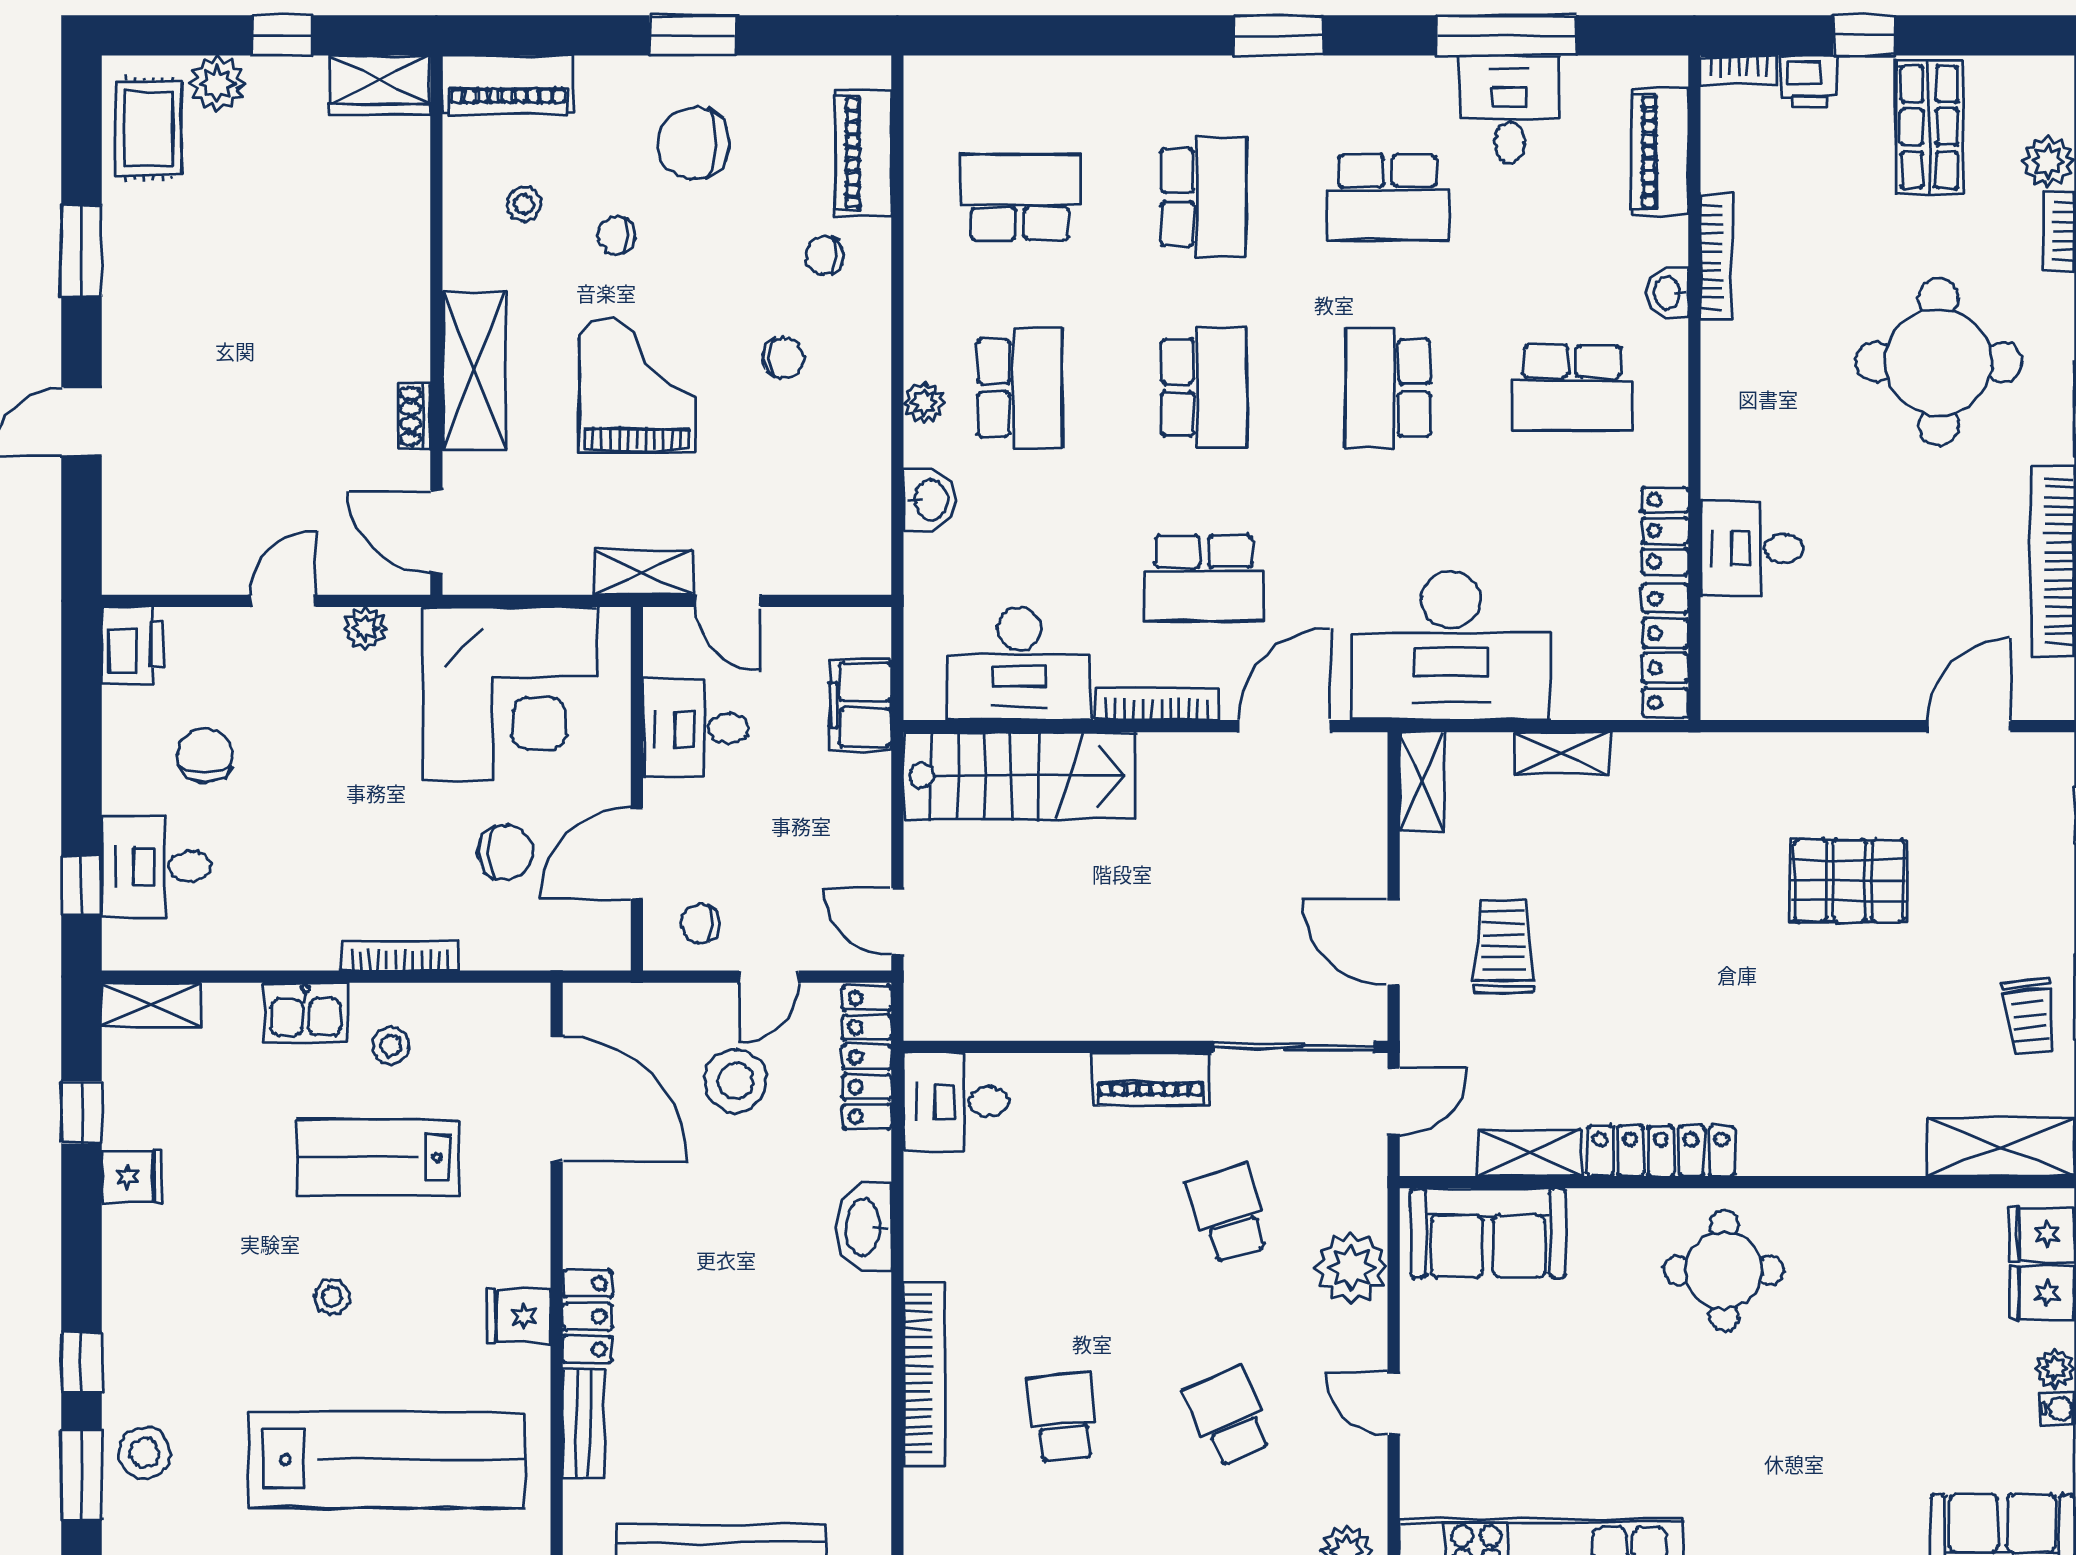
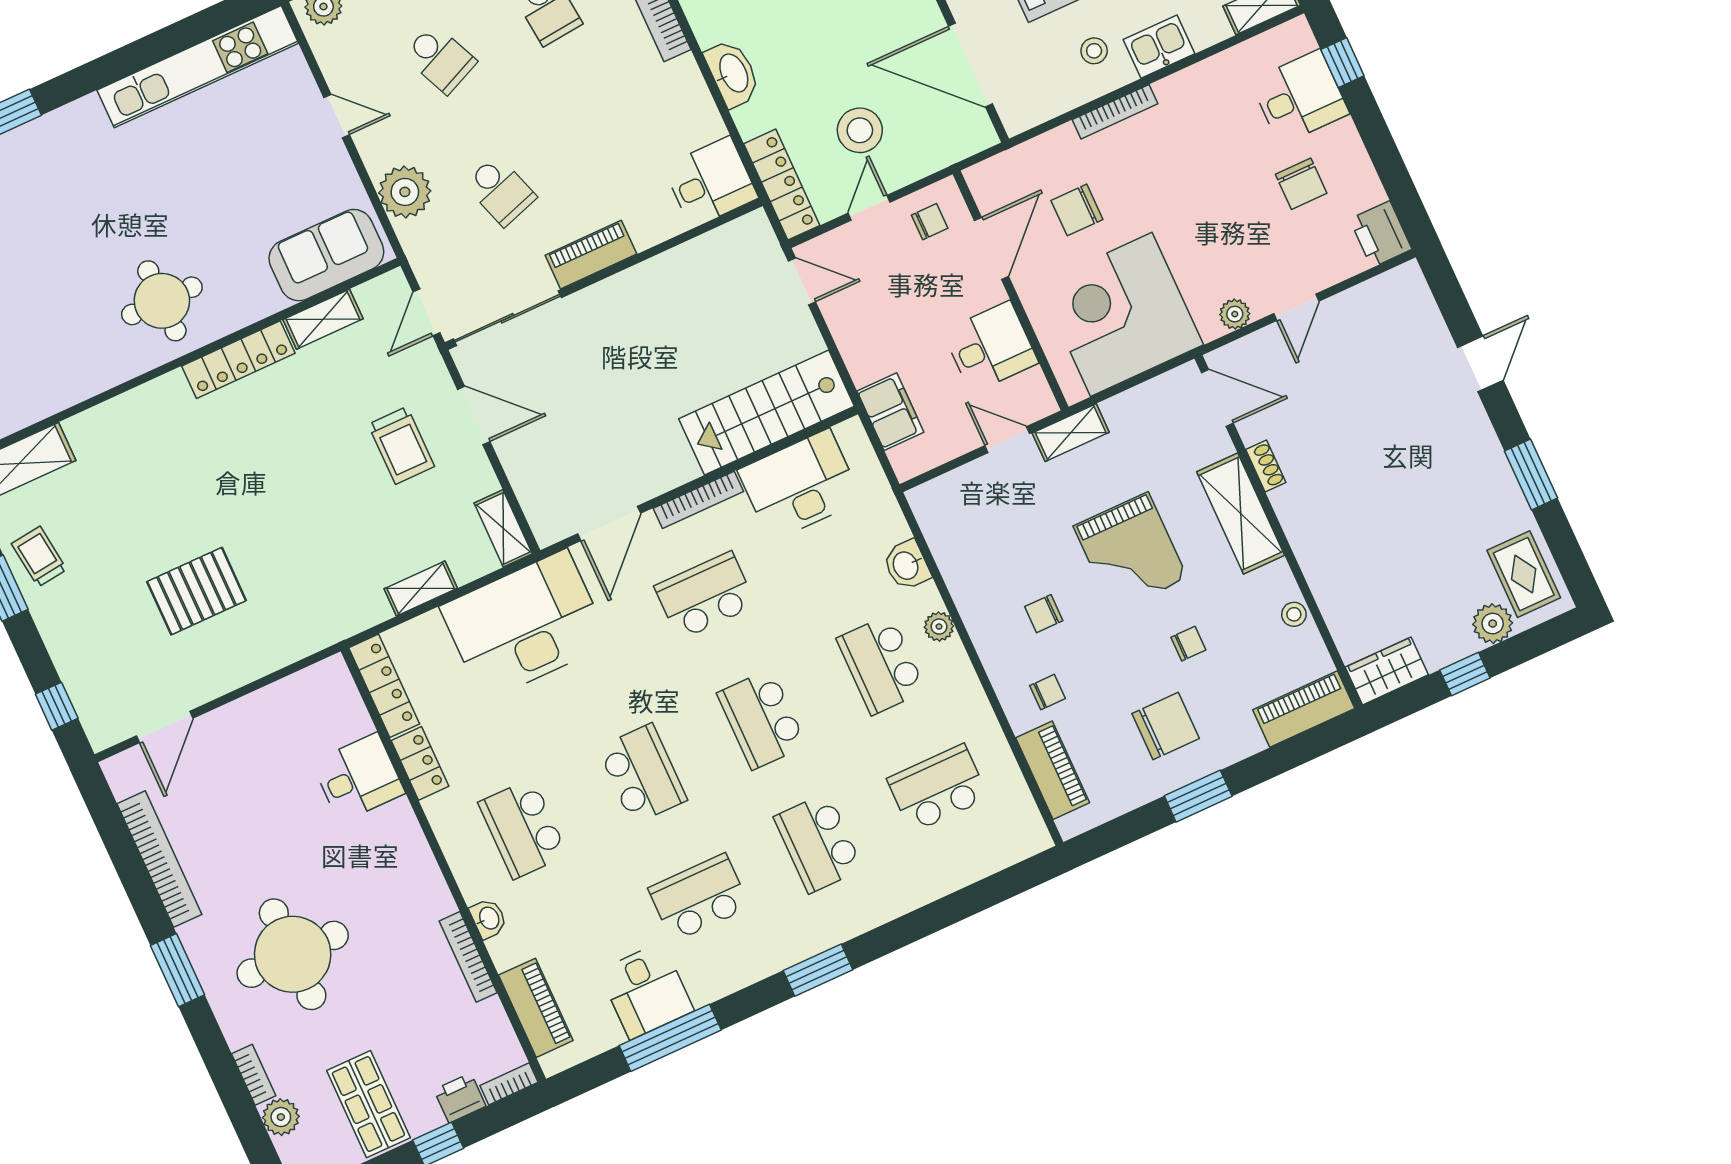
school desk: (1020, 197) -> (938, 788), turned 180
stool: (524, 204) -> (1294, 614), moved
school desk: (1572, 388) -> (523, 829), turned -90

